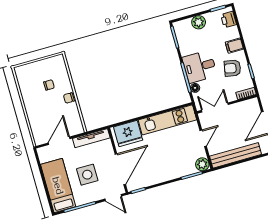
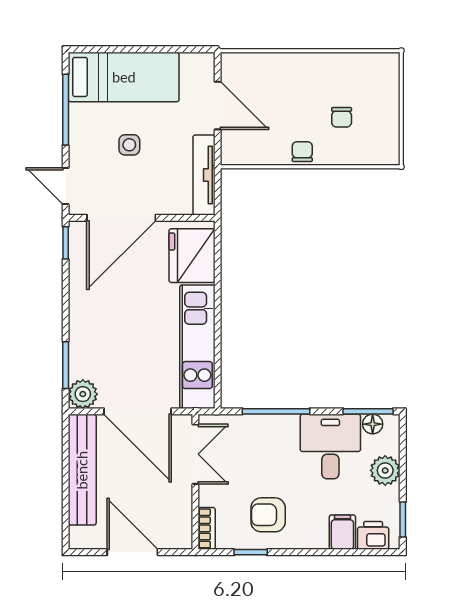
filing cabinet: (234, 46) -> (342, 532), moved
desk: (200, 67) -> (330, 446), moved
armchair: (232, 68) -> (268, 515), turned -101
floor lamp: (195, 88) -> (373, 424), moved
door: (203, 138) -> (138, 411), width x1.87
door: (120, 169) -> (121, 218), hinge flipped
side table: (87, 175) -> (129, 145), width x0.54, depth x0.54
door: (113, 198) -> (66, 186), hinge flipped

